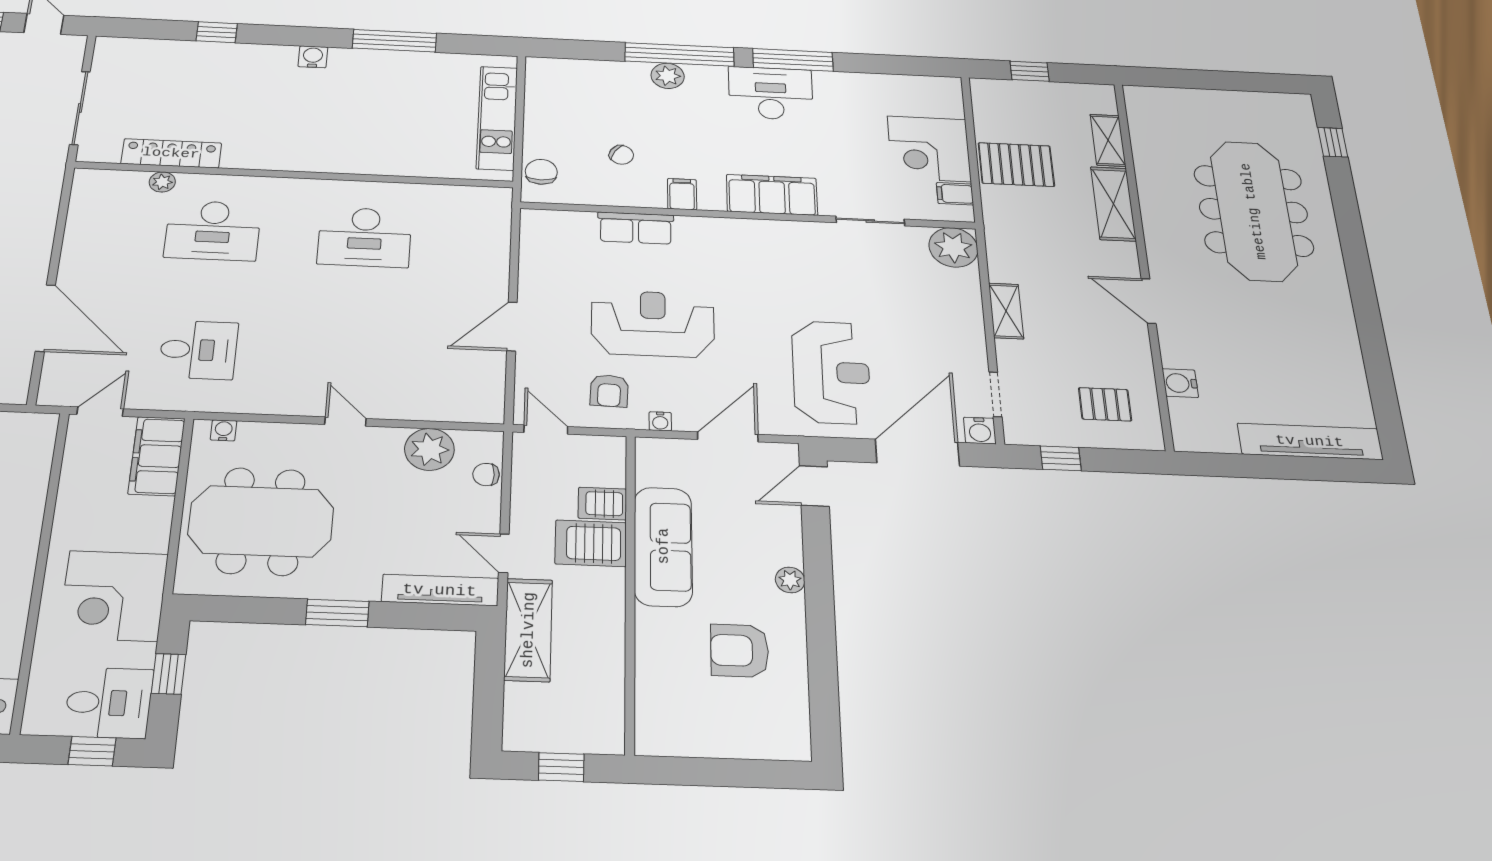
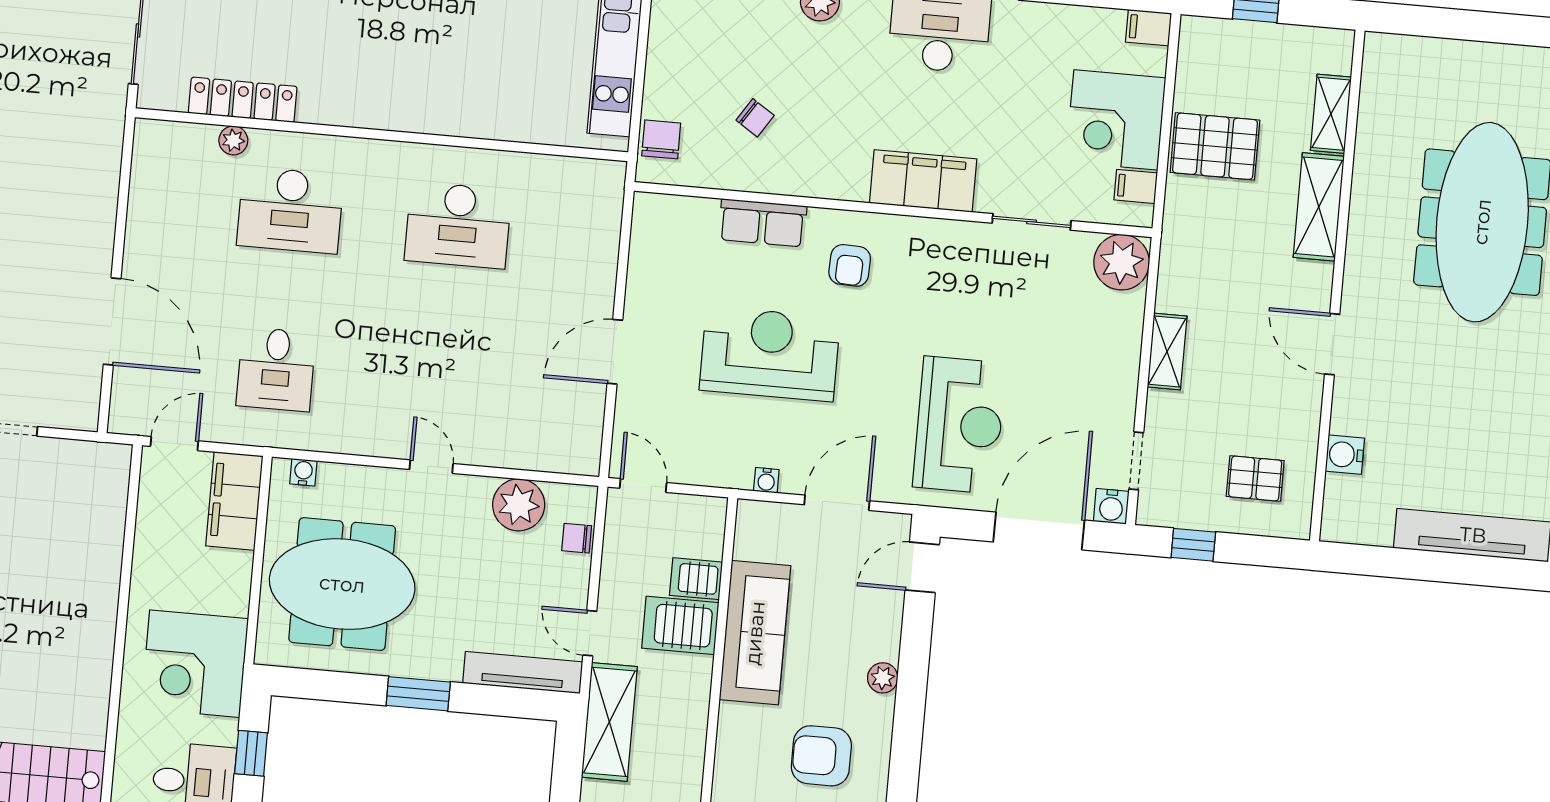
filing cabinet: (682, 194) -> (1149, 28), moved, turned -90
desk: (198, 350) -> (276, 369), turned 90
armchair: (609, 391) -> (850, 265), moved

